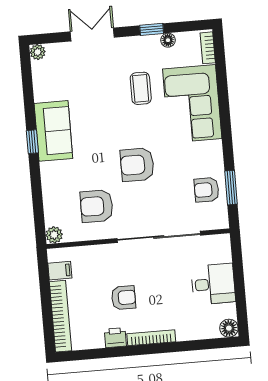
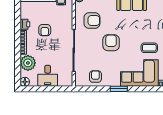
window: (231, 188) -> (119, 89), moved
armchair: (97, 206) -> (92, 20), turned 90
plant: (191, 325) -> (28, 63), added

